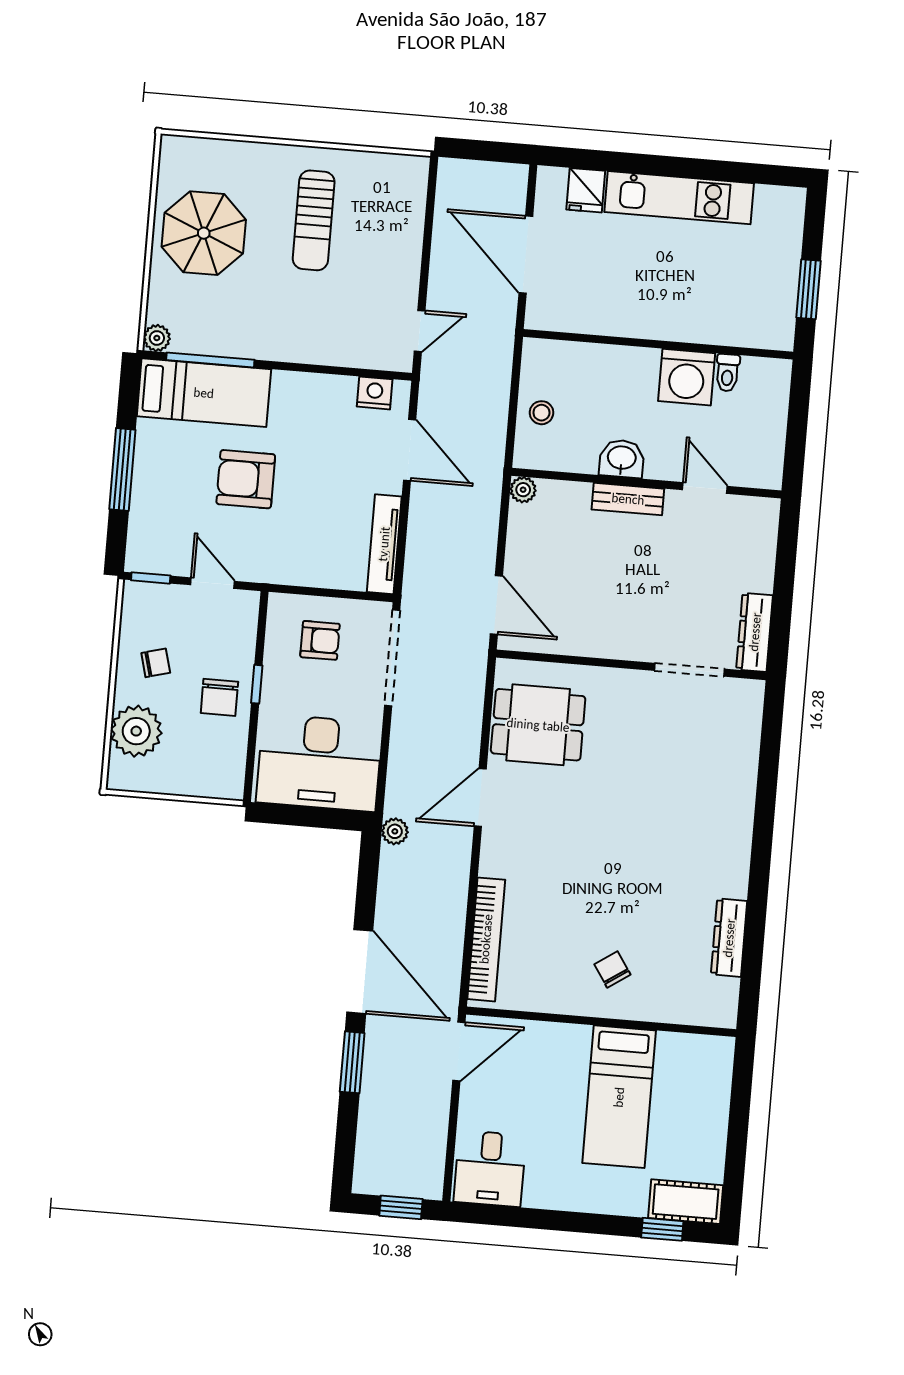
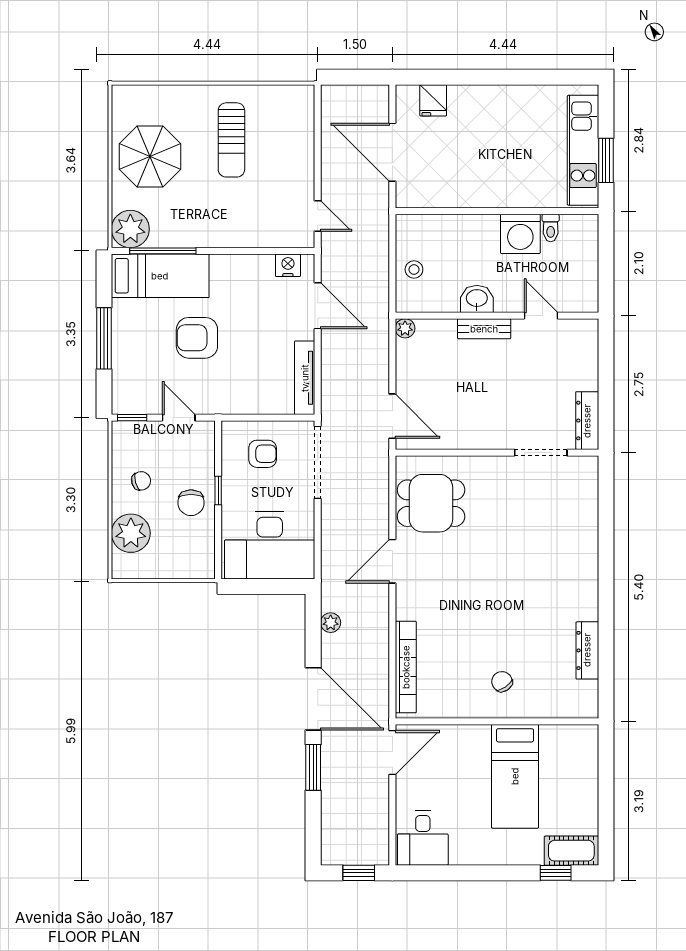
kitchen unit: (679, 198) -> (583, 150), moved, turned 90
door: (420, 331) -> (318, 216), hinge flipped
plant: (157, 338) -> (130, 229), width x1.87, depth x1.87
plant: (395, 831) -> (331, 623), moved

